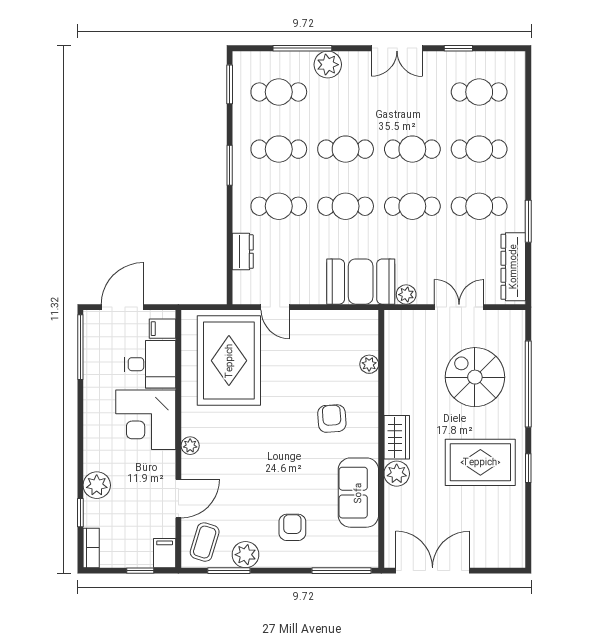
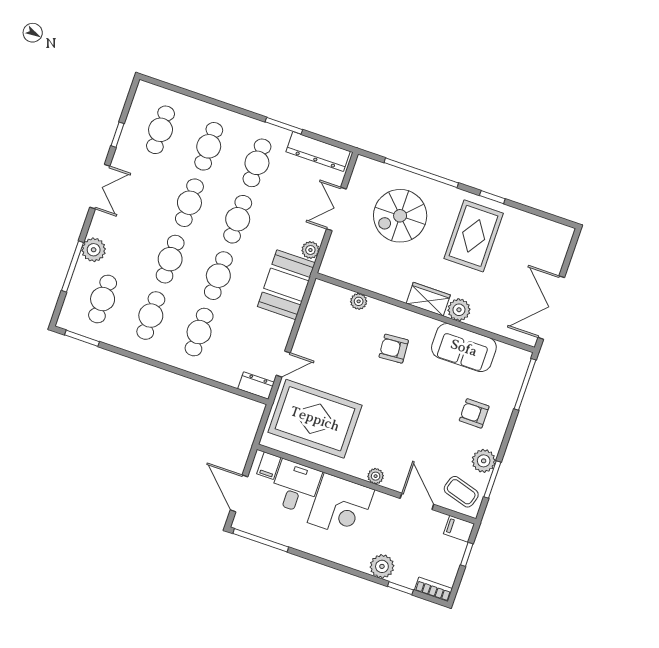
window: (230, 165) -> (150, 362), removed
dresser: (243, 252) -> (256, 385), moved

